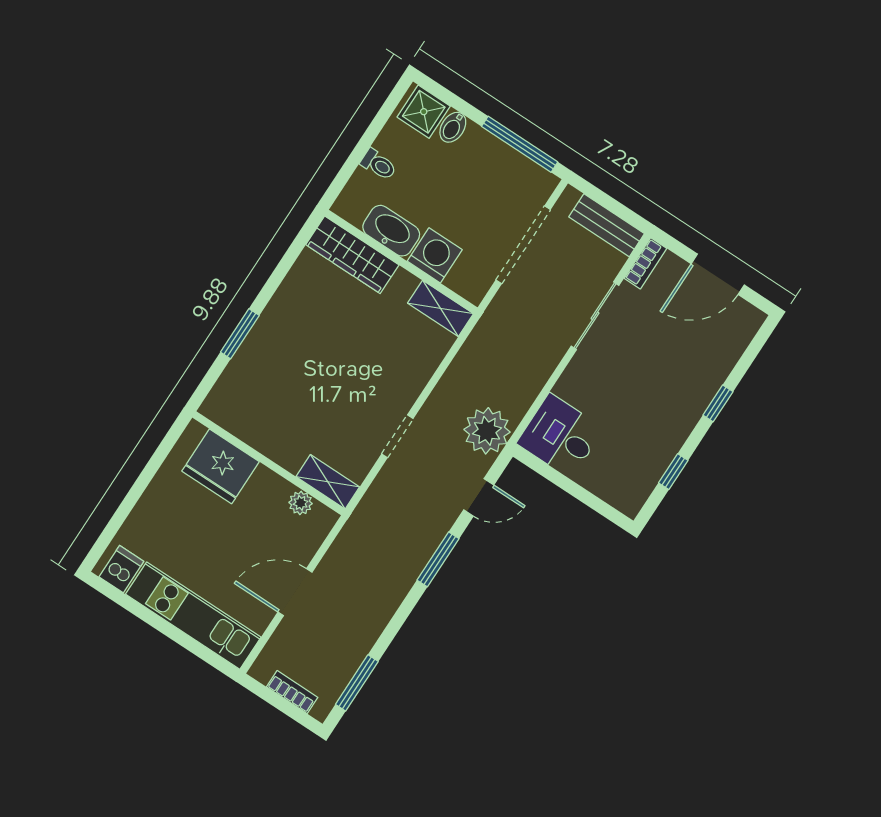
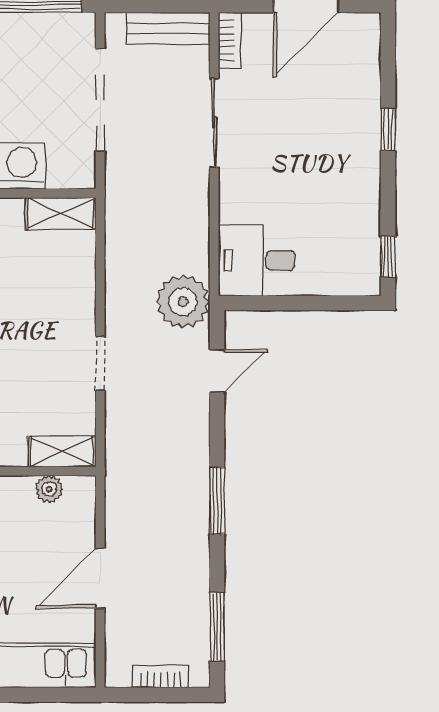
window: (673, 472) -> (388, 256), moved
window: (438, 559) -> (217, 501), moved

